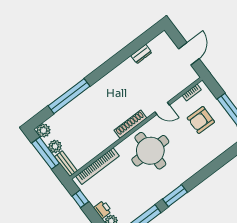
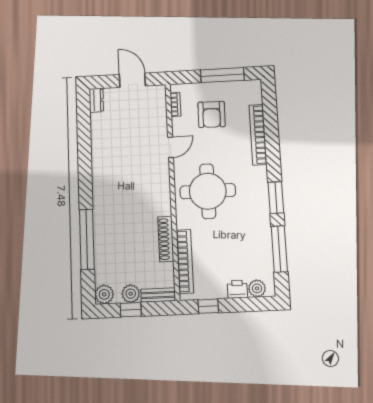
dresser: (141, 54) -> (96, 100), moved
shoe rack: (130, 124) -> (166, 239), moved
window: (46, 153) -> (131, 310), width x0.46
bookcase: (208, 158) -> (258, 135), added

